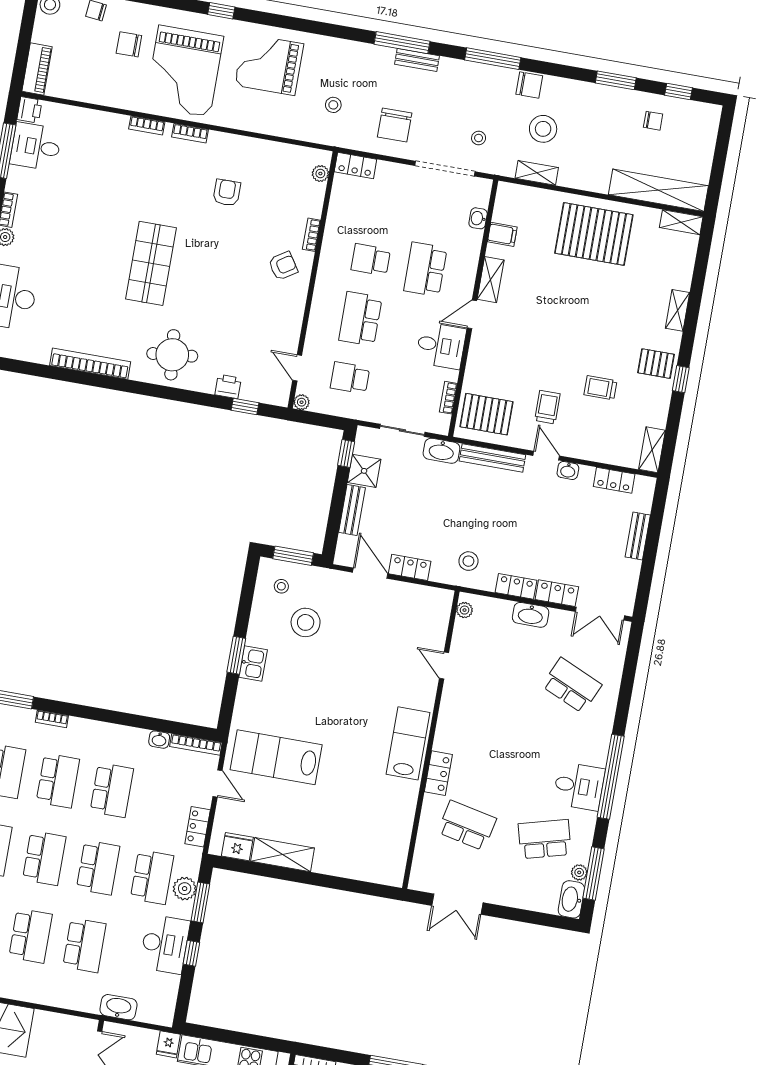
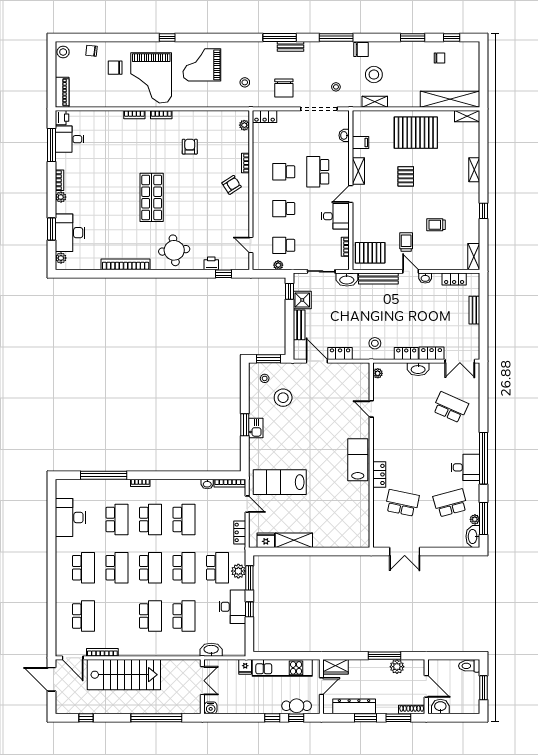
school desk: (360, 319) -> (284, 209), width x0.54
pallet: (656, 364) -> (406, 176), moved, turned 90
plant: (302, 402) -> (278, 265), moved

